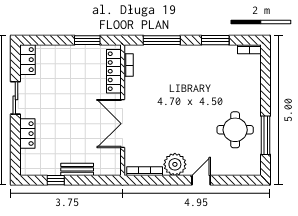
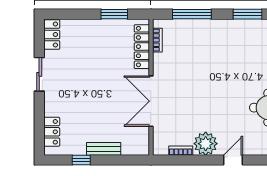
locker: (27, 134) -> (52, 132), moved
bookcase: (145, 171) -> (181, 151), width x0.64

